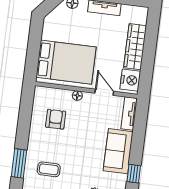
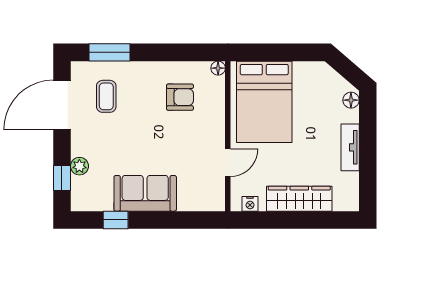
nightstand: (130, 80) -> (250, 204), width x0.53, depth x0.56
floor lamp: (77, 96) -> (218, 68), moved
tv unit: (129, 114) -> (202, 202), removed

